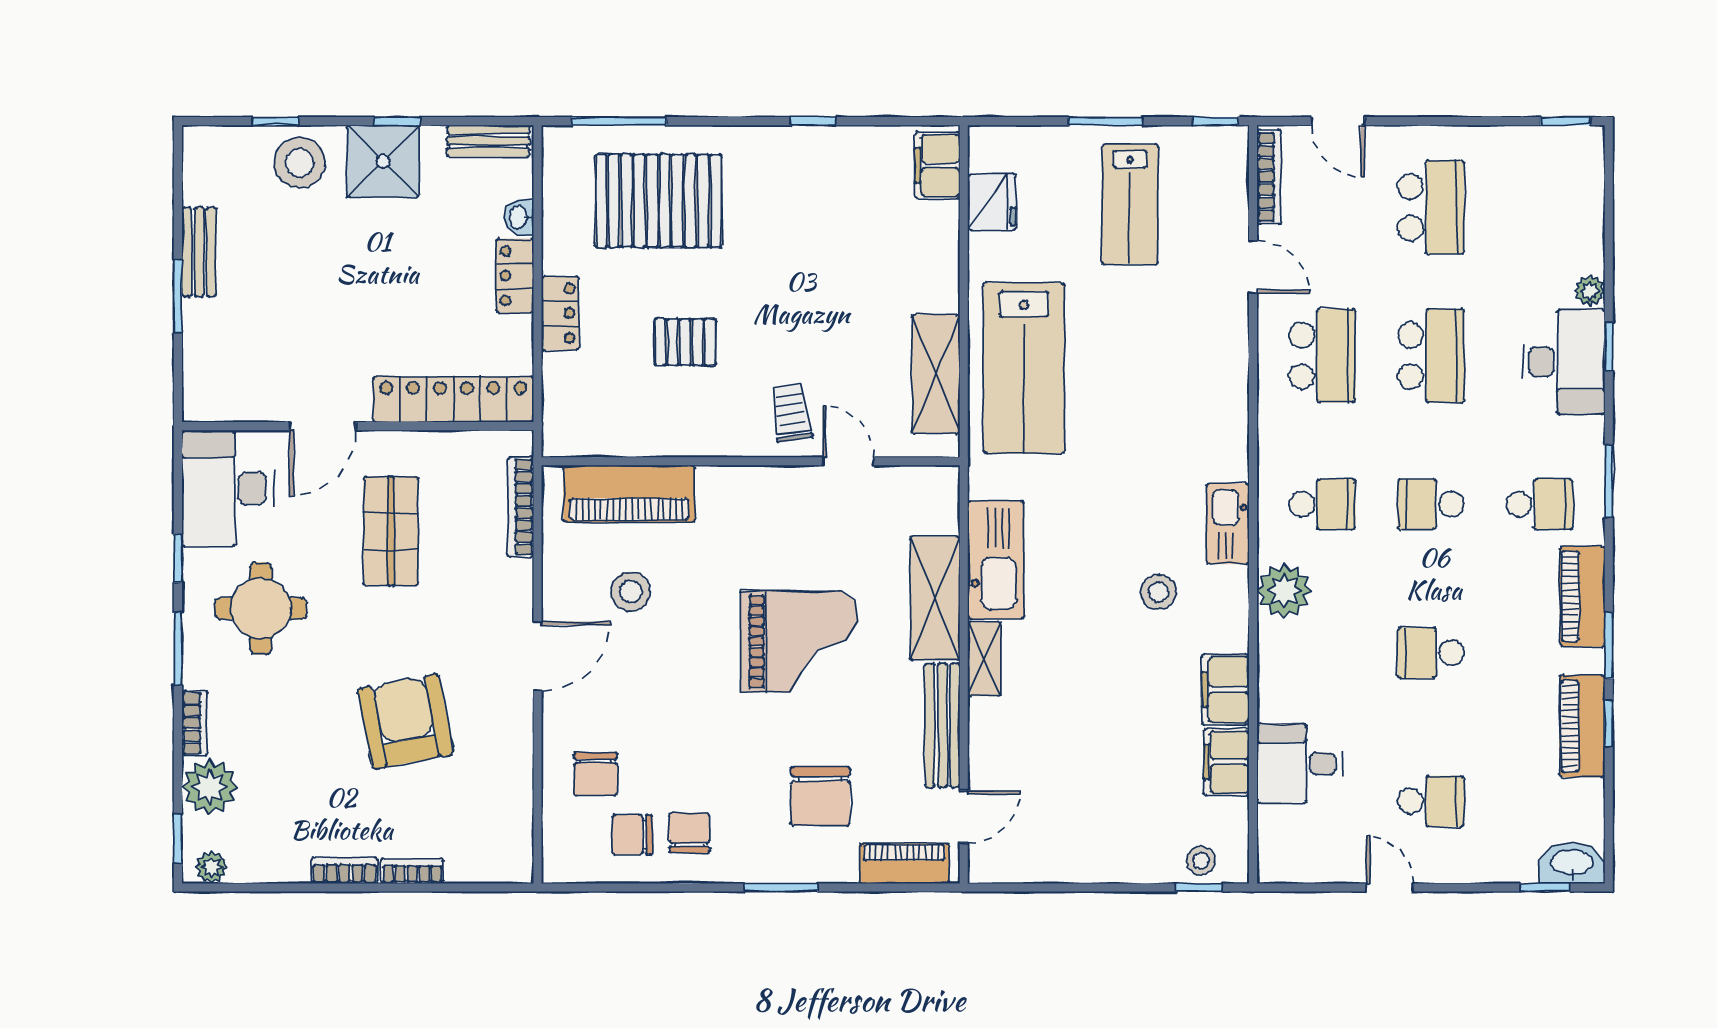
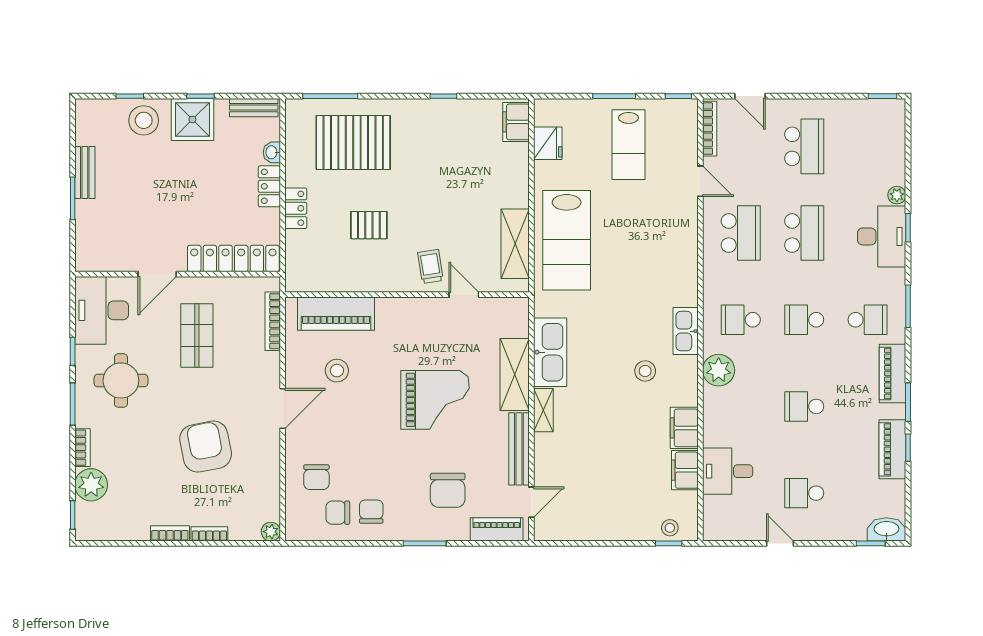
school desk: (1322, 504) -> (741, 320), turned 180
school desk: (1431, 801) -> (804, 493), turned 180
plant: (211, 867) -> (271, 532), moved

